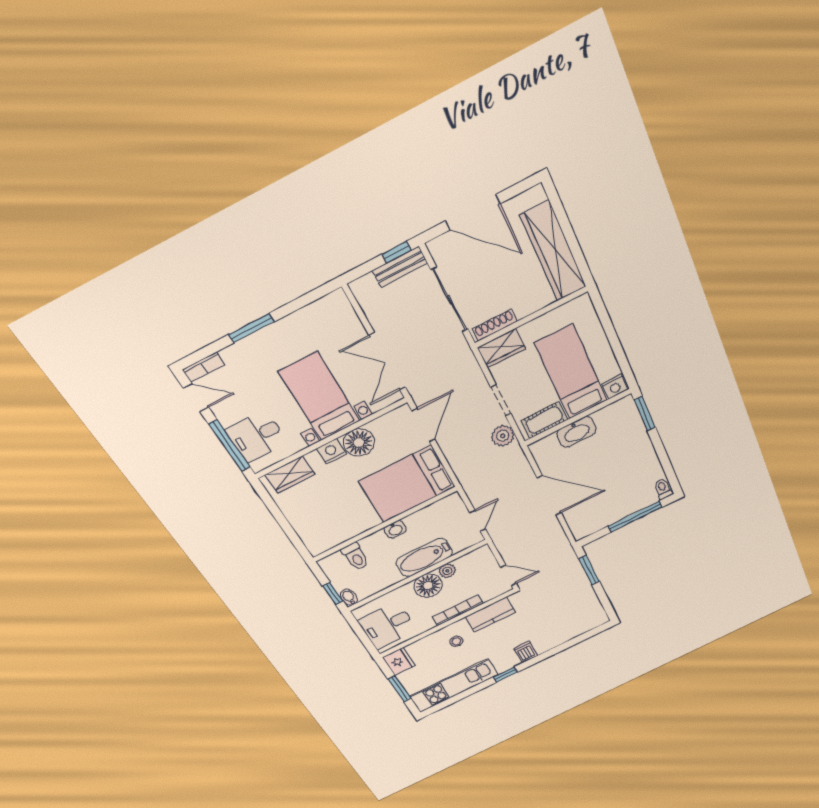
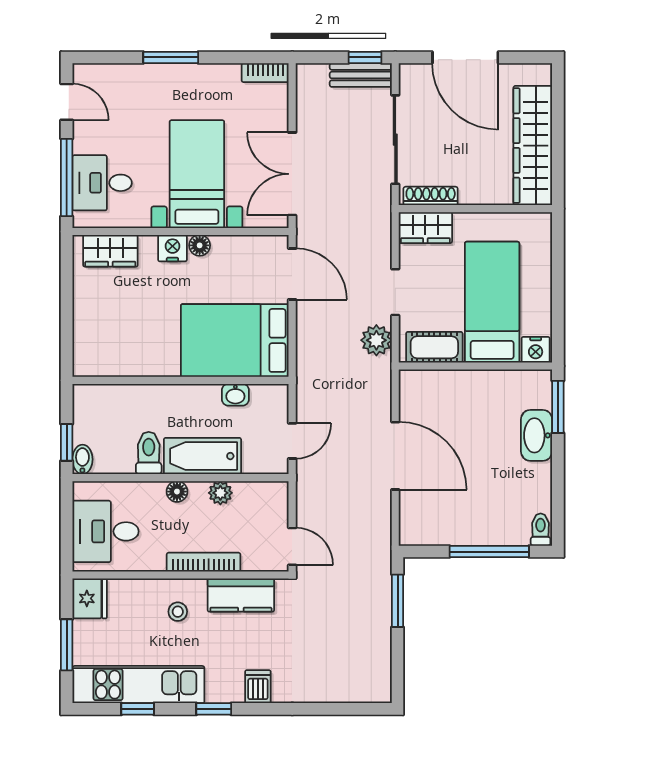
bookcase: (204, 367) -> (265, 73), moved
door: (423, 425) -> (292, 274), hinge flipped
washbasin: (576, 432) -> (537, 435), moved, turned 90
floor lamp: (359, 443) -> (200, 245), width x0.53, depth x0.53
washbasin: (395, 529) -> (235, 395), moved
toilet: (355, 556) -> (149, 453), moved, turned 180
floor lamp: (428, 585) -> (177, 492), width x0.53, depth x0.53
window: (460, 696) -> (138, 709), added

